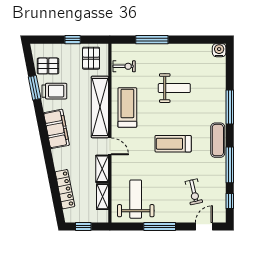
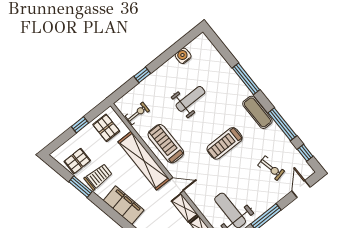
window: (152, 40) -> (142, 75), width x0.46
water cooler: (219, 50) -> (183, 56), moved

